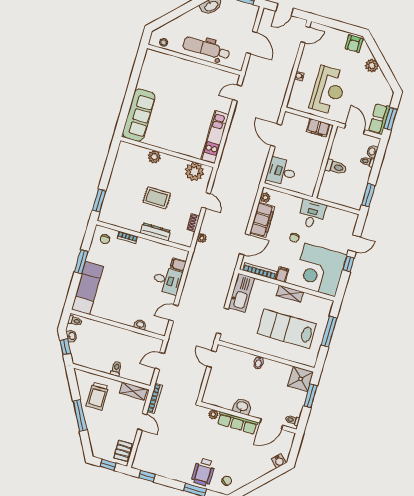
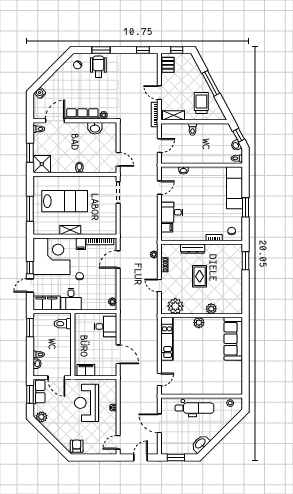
plant: (372, 66) -> (41, 417), moved
plant: (173, 145) -> (199, 323), added
toilet: (336, 167) -> (63, 324), moved
rug: (157, 198) -> (200, 276), turned 90
filing cabinet: (262, 220) -> (47, 303), moved, turned 90
kitchen sink: (242, 293) -> (109, 220), removed
washbasin: (242, 407) -> (95, 128), moved

